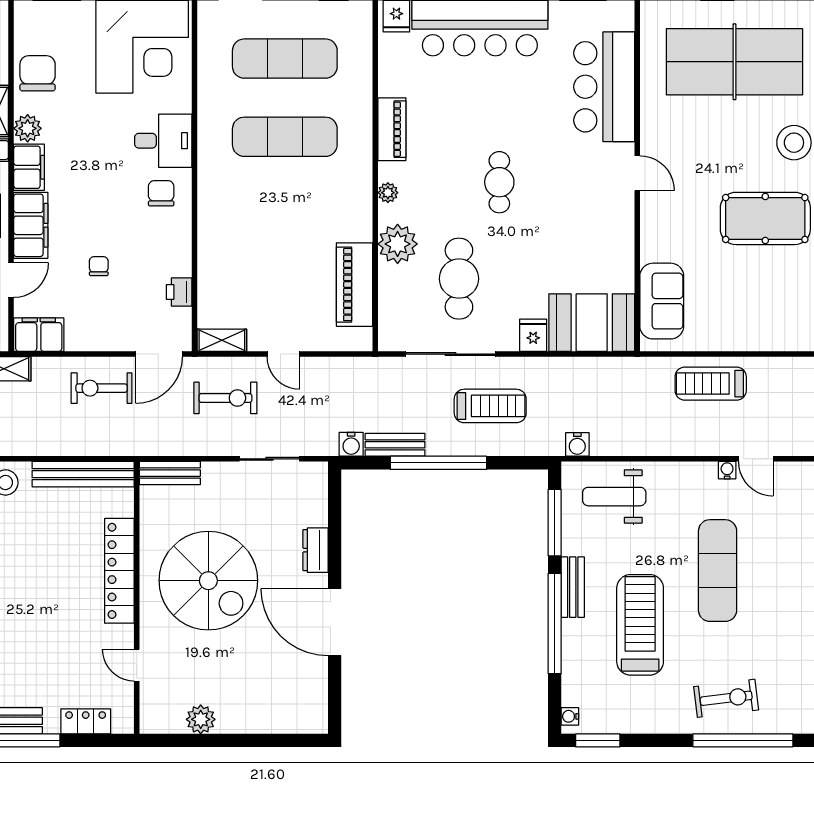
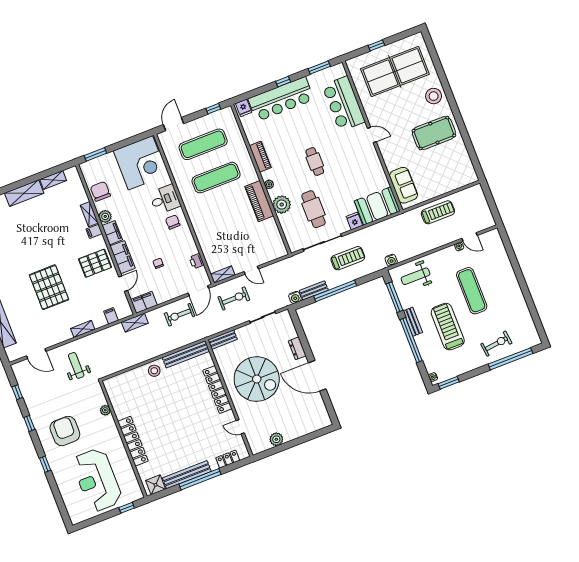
piano: (354, 285) -> (259, 201), moved
treadmill: (711, 384) -> (438, 212), turned 180

